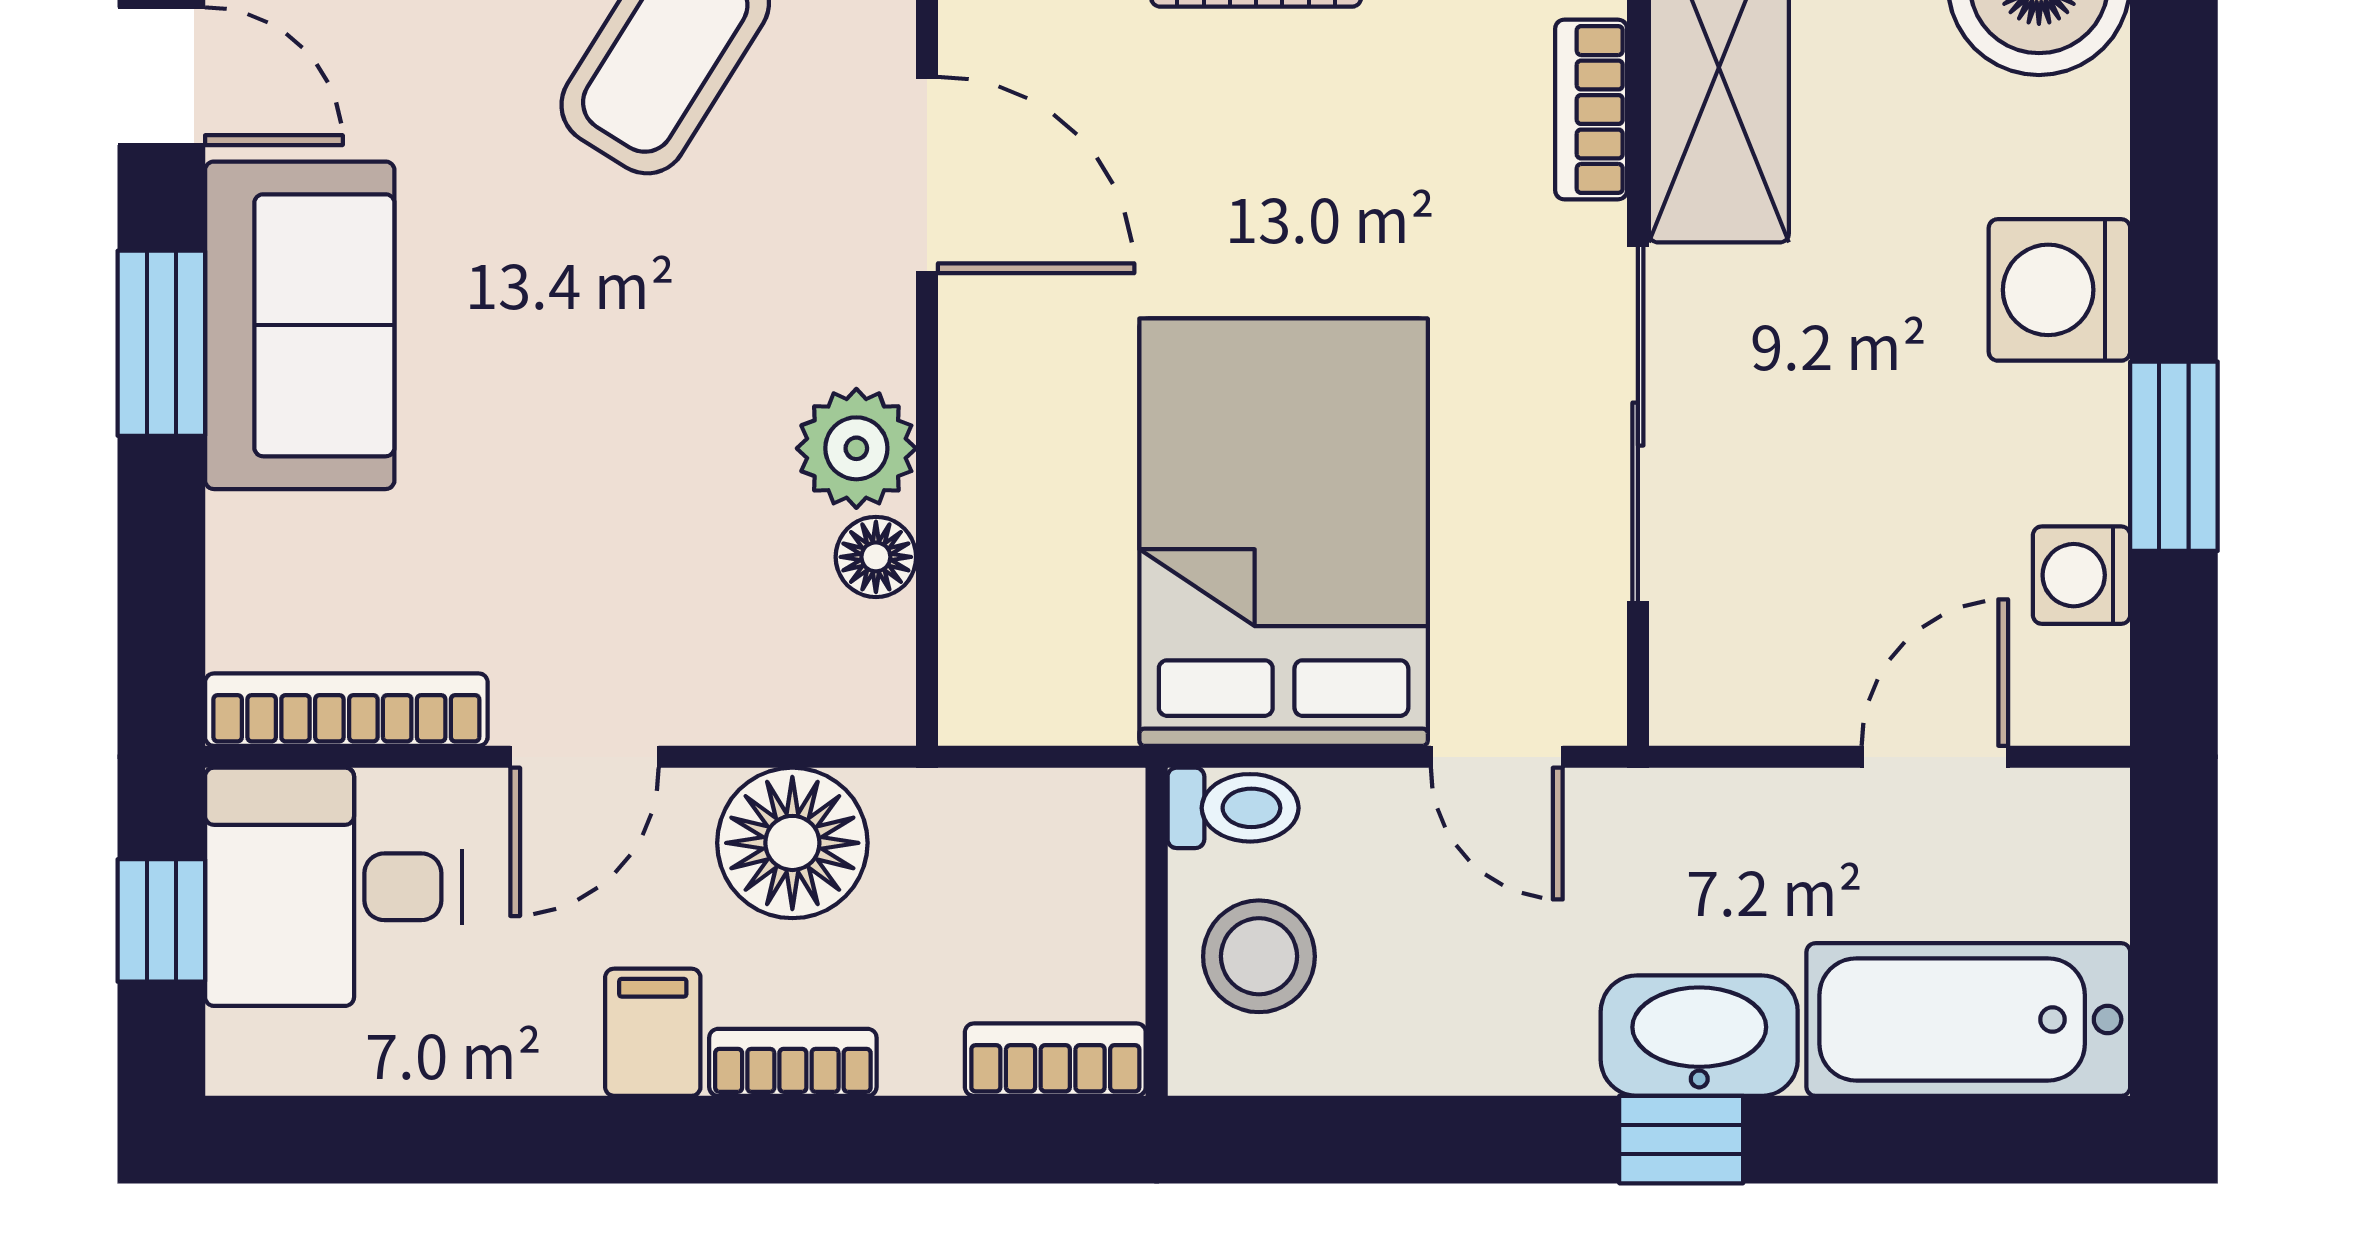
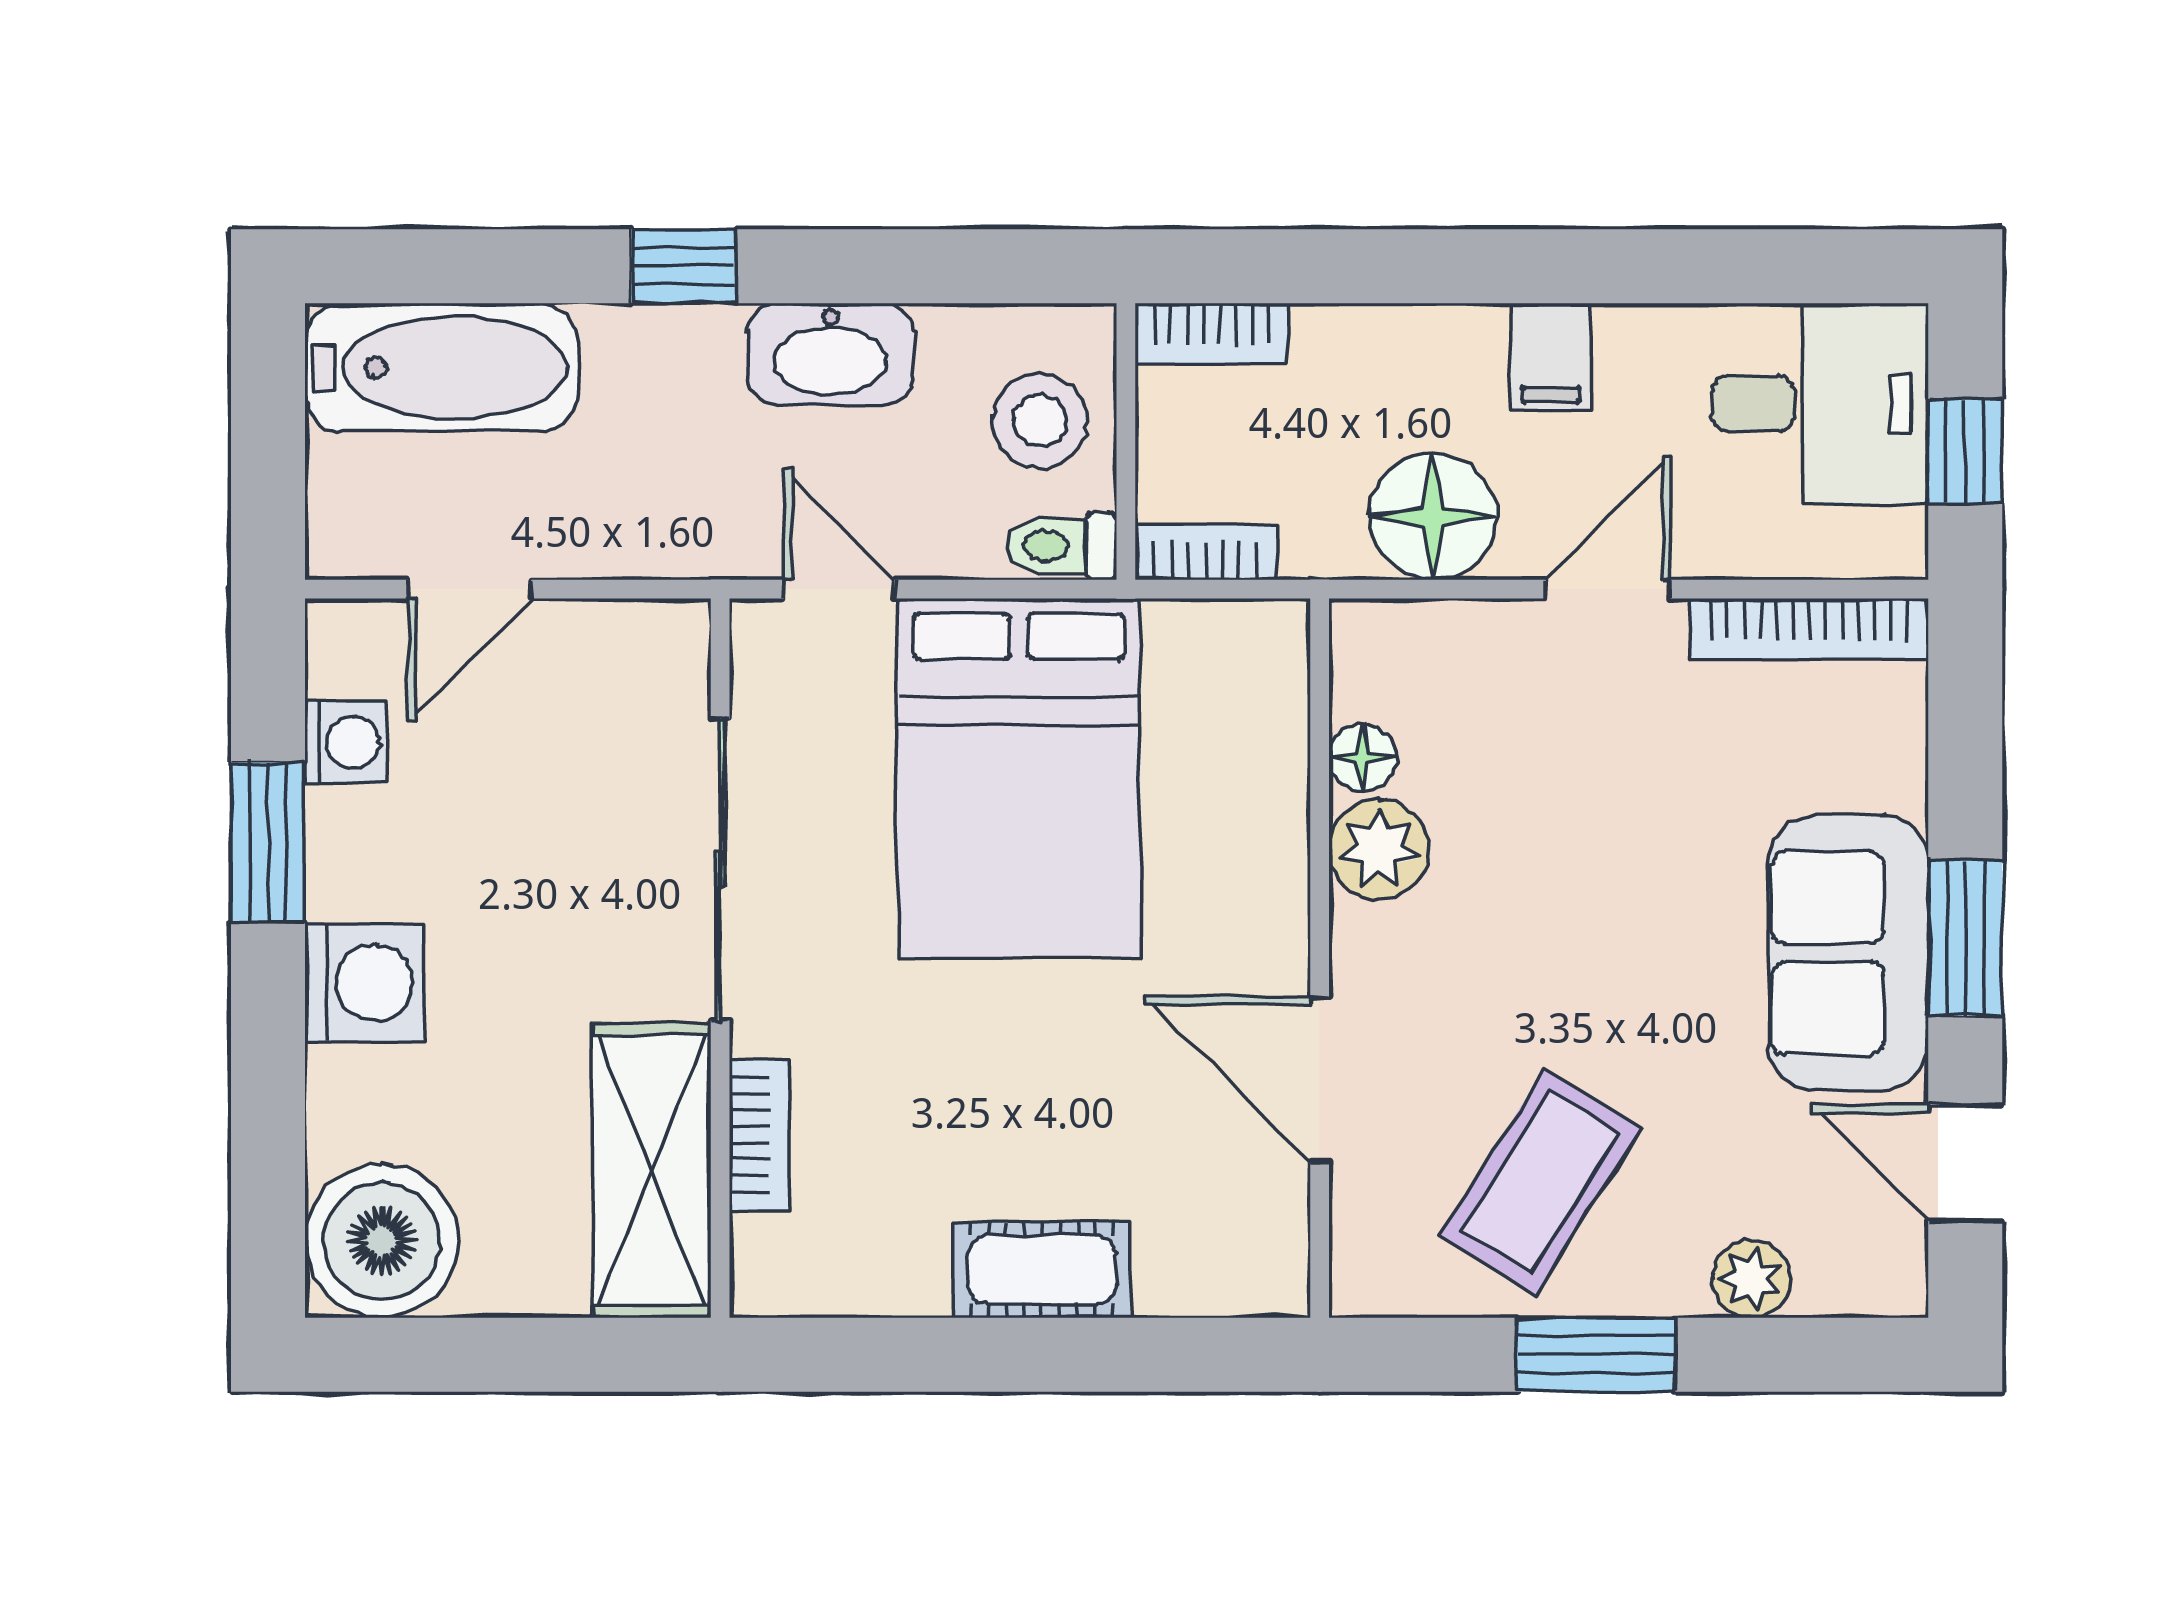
desk: (334, 887) -> (1820, 404), moved
washbasin: (1699, 1036) -> (831, 354), moved
bookcase: (793, 1062) -> (1206, 552), moved, turned 180

